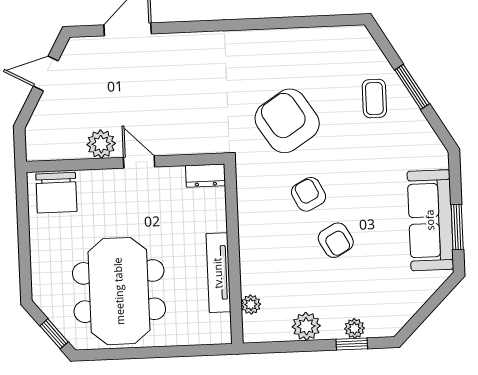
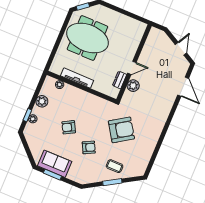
plant: (101, 144) -> (133, 86), moved
dresser: (205, 176) -> (120, 80), moved
chair: (56, 193) -> (135, 32), removed
armchair: (308, 194) -> (89, 147), moved
sofa: (430, 220) -> (55, 164), width x0.73

